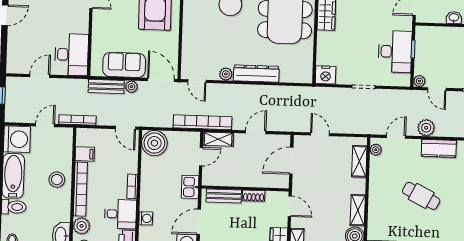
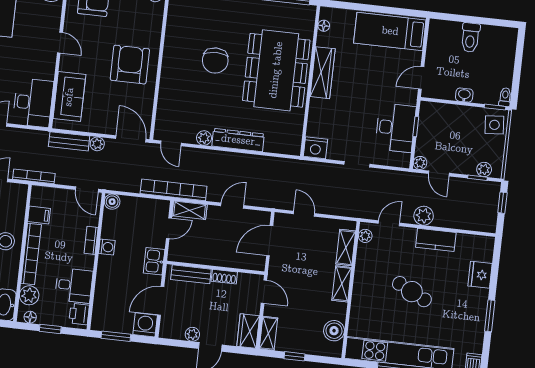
sofa: (124, 65) -> (69, 97), moved, turned 90
boiler: (154, 143) -> (112, 202), width x0.54, depth x0.54
bookcase: (132, 186) -> (91, 240), moved
shelving: (358, 210) -> (342, 284), moved
washing machine: (146, 218) -> (107, 247), moved

